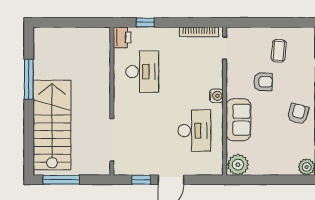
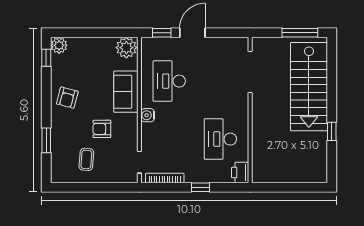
window: (145, 22) -> (200, 187), moved
window: (29, 79) -> (332, 131), width x0.46
window: (141, 180) -> (162, 33), moved

